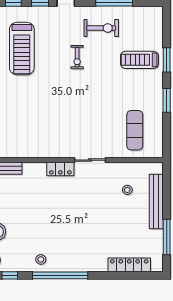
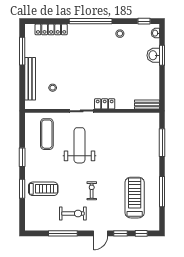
exercise bike: (101, 28) -> (73, 214), turned 180
weight bench: (93, 116) -> (79, 145), added
window: (60, 275) -> (91, 21), moved

